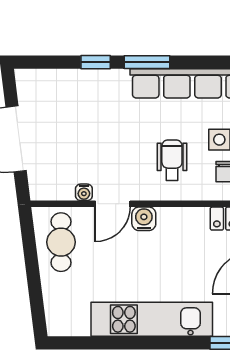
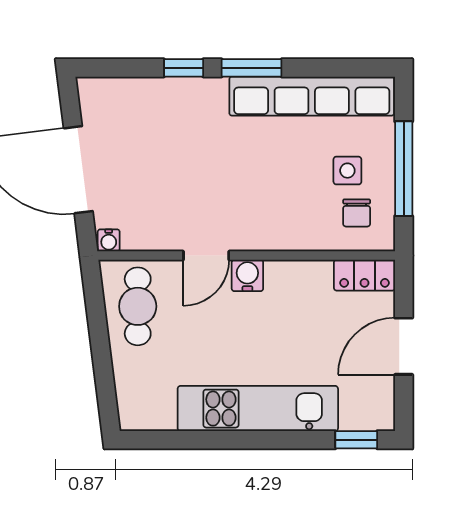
wheelchair: (172, 160) -> (285, 198), removed
water cooler: (84, 192) -> (109, 240), moved

